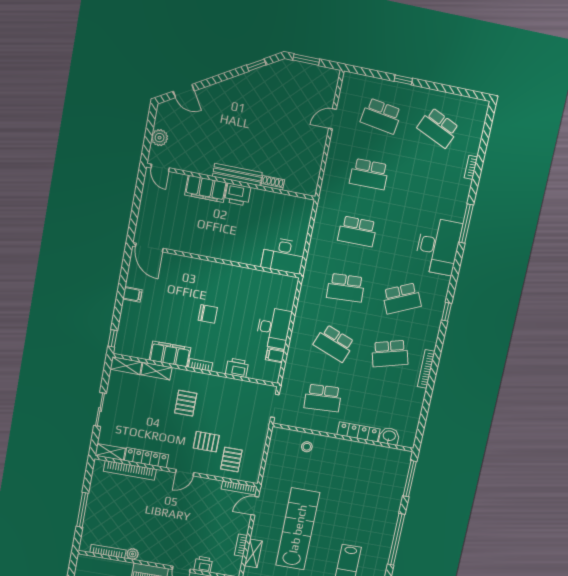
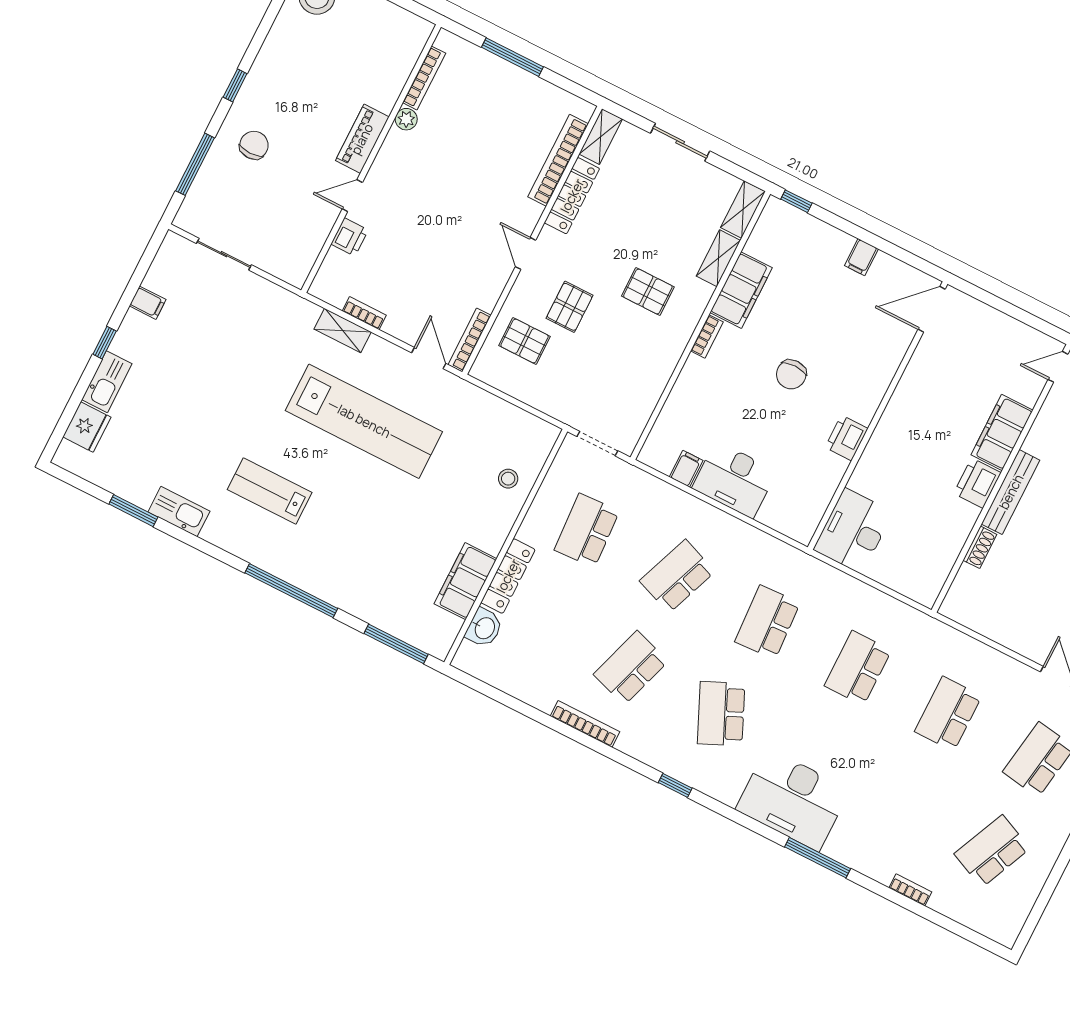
school desk: (390, 354) -> (631, 668), turned 33
printer: (237, 368) -> (846, 438), moved, turned 180
filing cabinet: (367, 453) -> (465, 581), added

